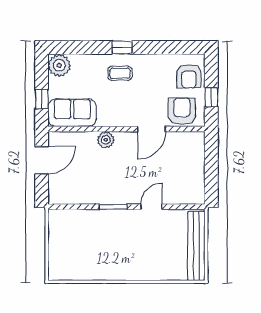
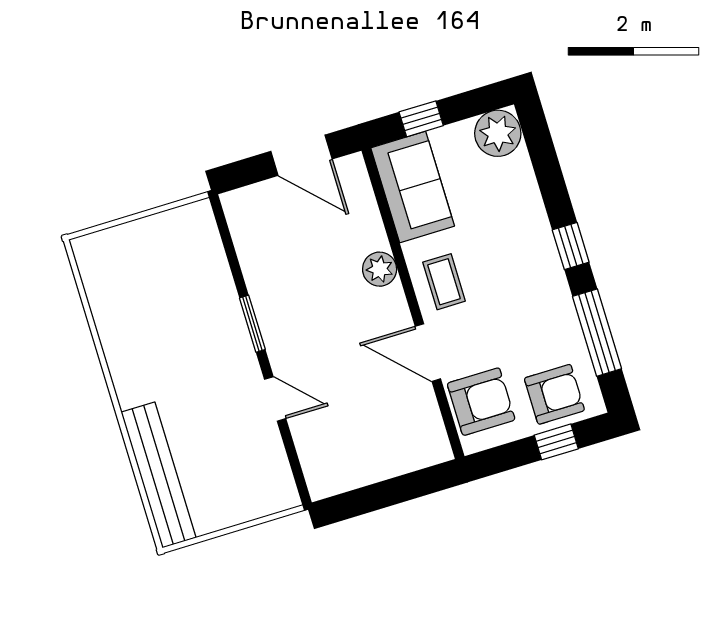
window: (166, 47) -> (597, 333), added
coffee table: (120, 73) -> (444, 282), moved
armchair: (189, 76) -> (554, 394), turned 180
window: (211, 97) -> (556, 442), moved
bench: (196, 246) -> (159, 475), moved, turned 90

